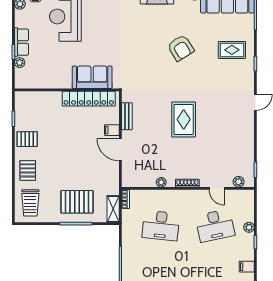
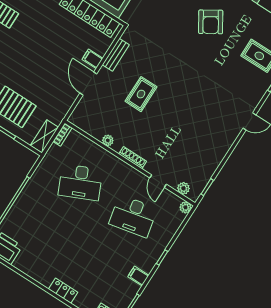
rug: (184, 119) -> (141, 94), moved, width x0.73, depth x0.70
desk: (161, 226) -> (80, 182), turned -30
plant: (249, 227) -> (185, 207), moved

